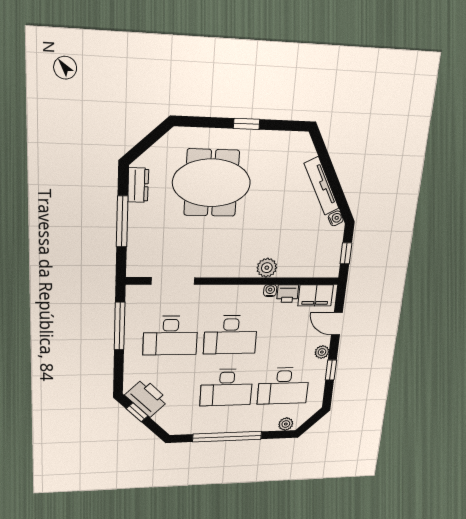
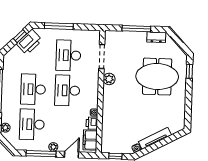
window: (247, 124) -> (189, 71), moved
meeting table: (212, 183) -> (157, 77), turned 90
plant: (267, 268) -> (109, 79), moved
window: (120, 326) -> (59, 26), moved
window: (331, 370) -> (41, 154), width x2.17

